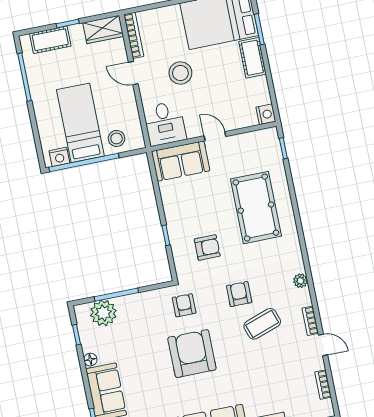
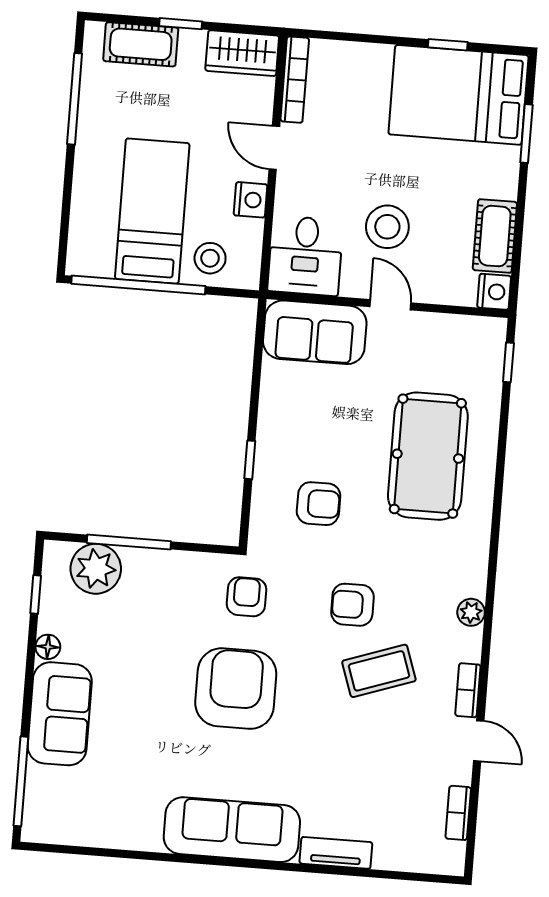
cot: (252, 58) -> (495, 236), moved
stool: (180, 73) -> (387, 227), moved
nightstand: (59, 157) -> (251, 200), moved, turned -90
armchair: (239, 294) -> (352, 605), turned -90

